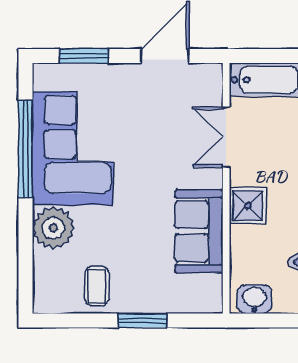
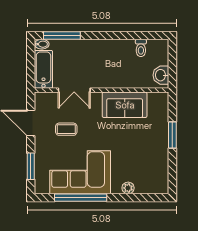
shower: (248, 206) -> (111, 79), removed
plant: (53, 228) -> (128, 188), width x0.53, depth x0.53
coffee table: (97, 286) -> (66, 129), moved

